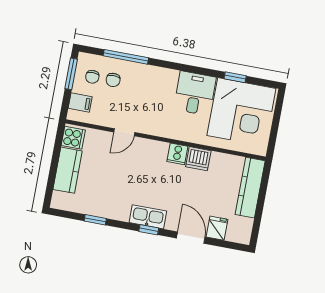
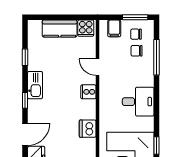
desk: (195, 93) -> (138, 102), moved
cooker: (177, 154) -> (88, 92), moved
kitchen sink: (148, 217) -> (35, 85), moved

